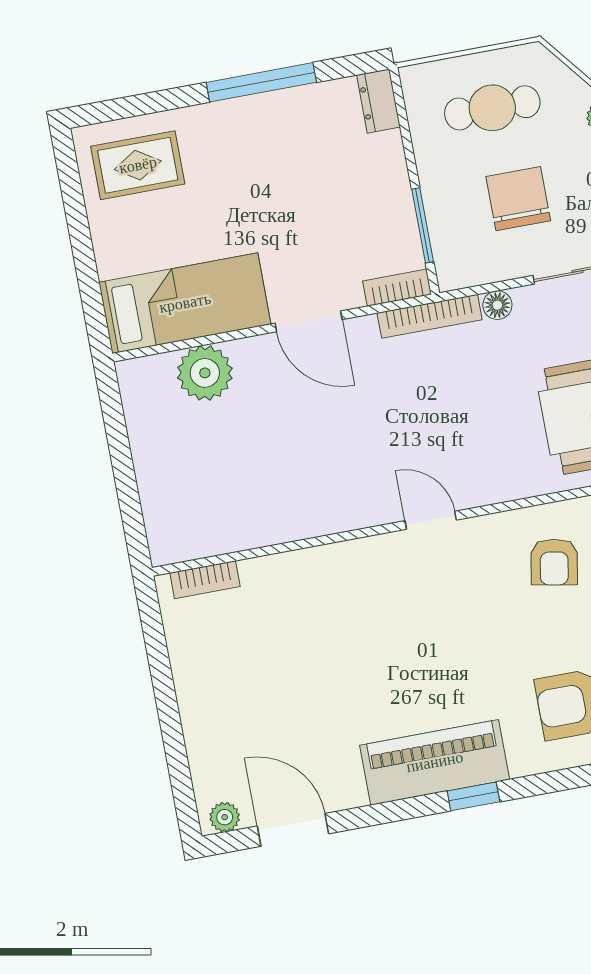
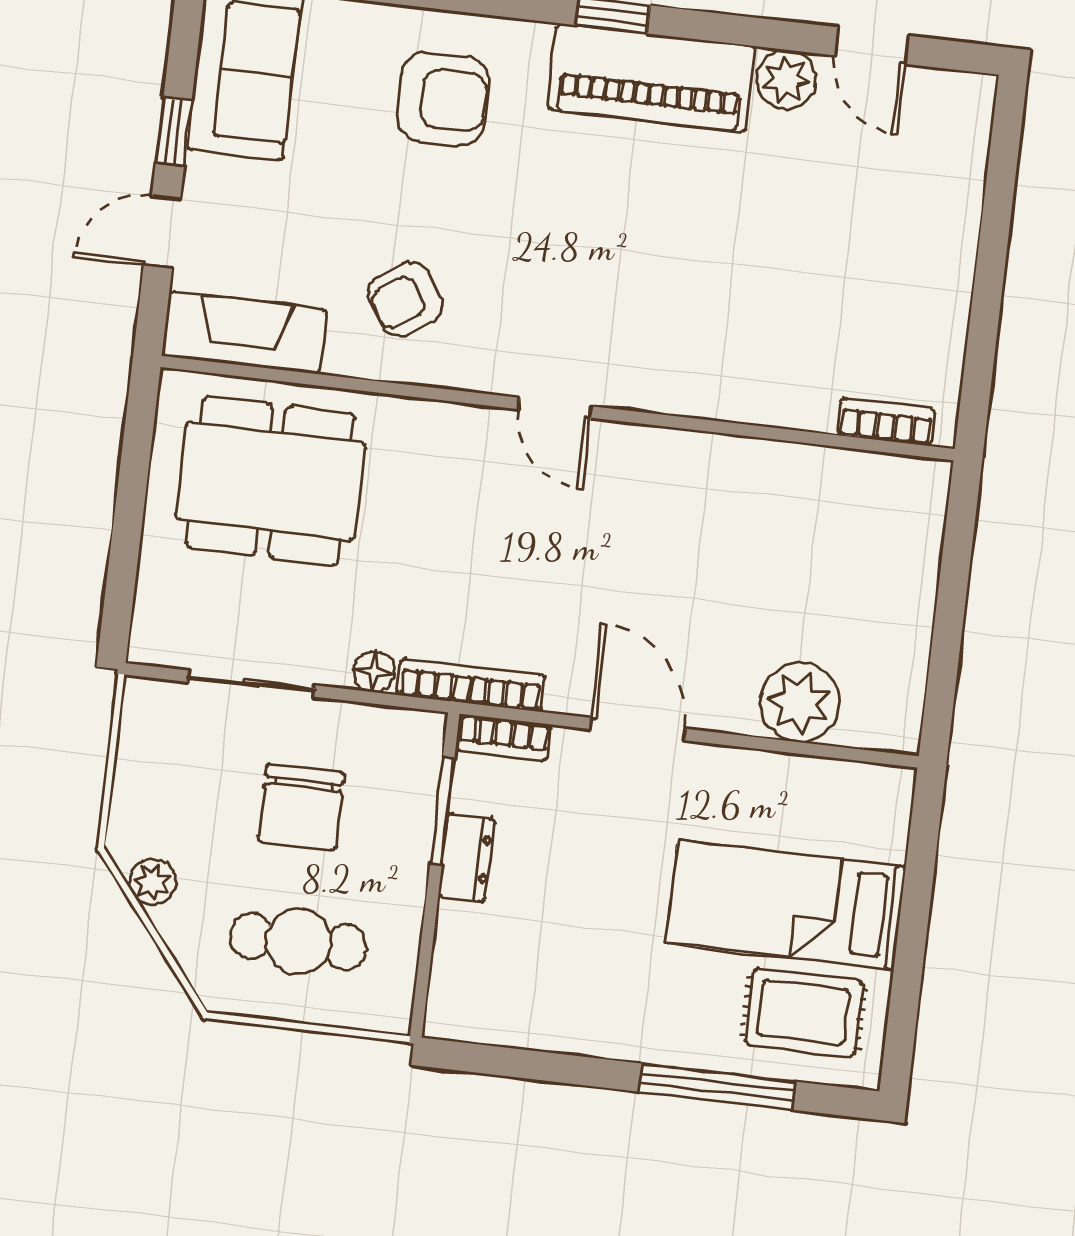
window: (261, 82) -> (717, 1087), moved
dresser: (378, 101) -> (466, 857), moved
bed: (185, 303) -> (786, 905), moved
armchair: (554, 562) -> (405, 299), turned -133
plant: (225, 817) -> (786, 79), moved, width x1.38, depth x1.38
door: (293, 830) -> (872, 46), width x0.73

